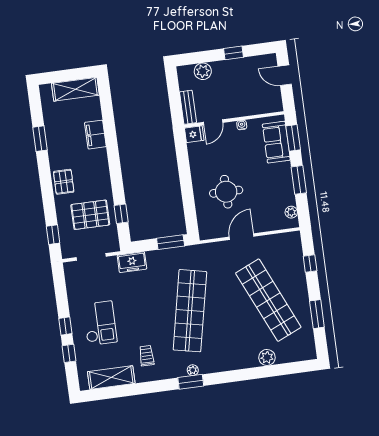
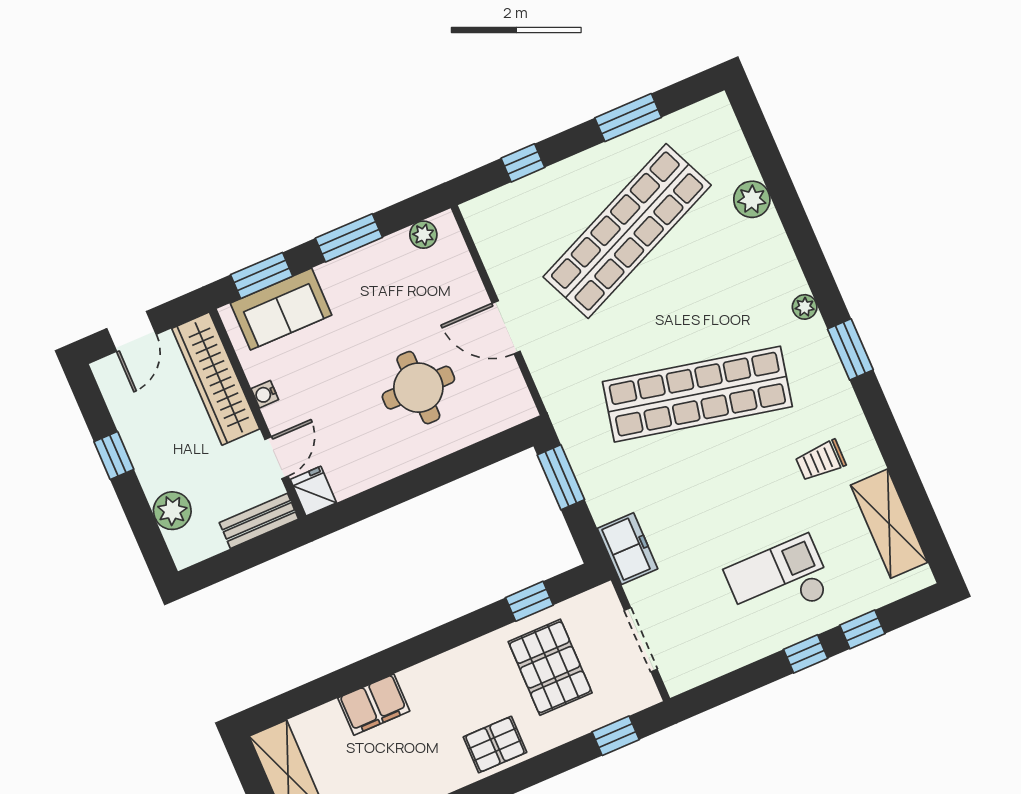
wardrobe: (254, 106) -> (216, 379), added
door: (213, 122) -> (276, 458), hinge flipped
plant: (193, 370) -> (805, 307), moved

